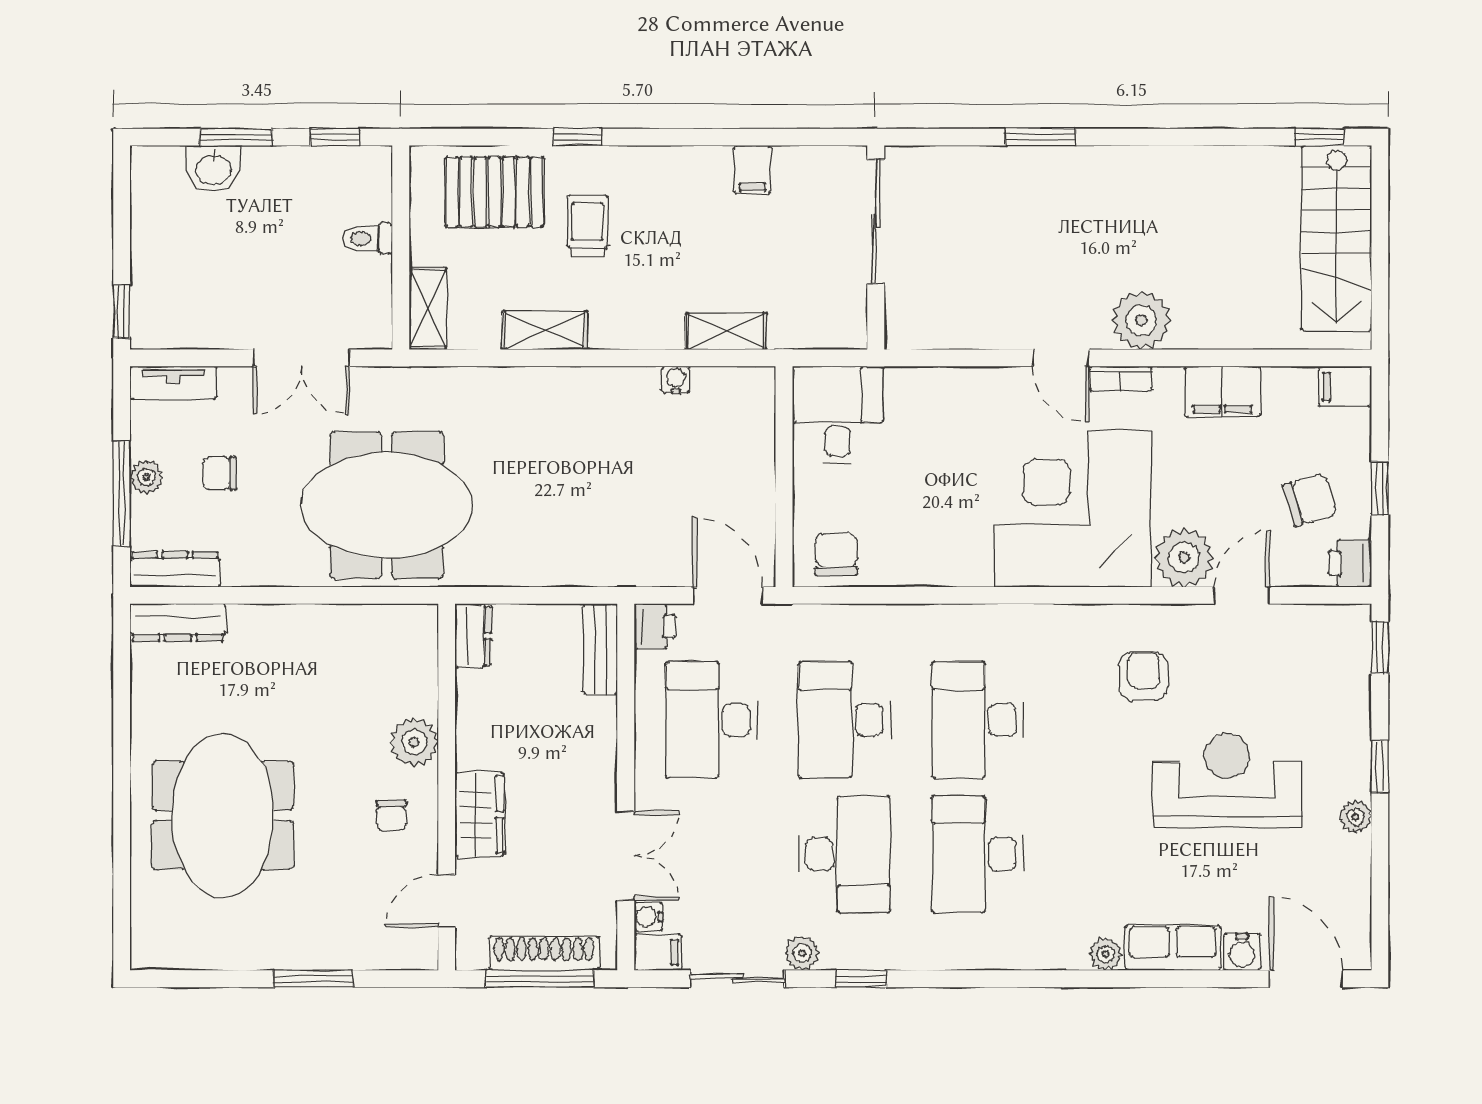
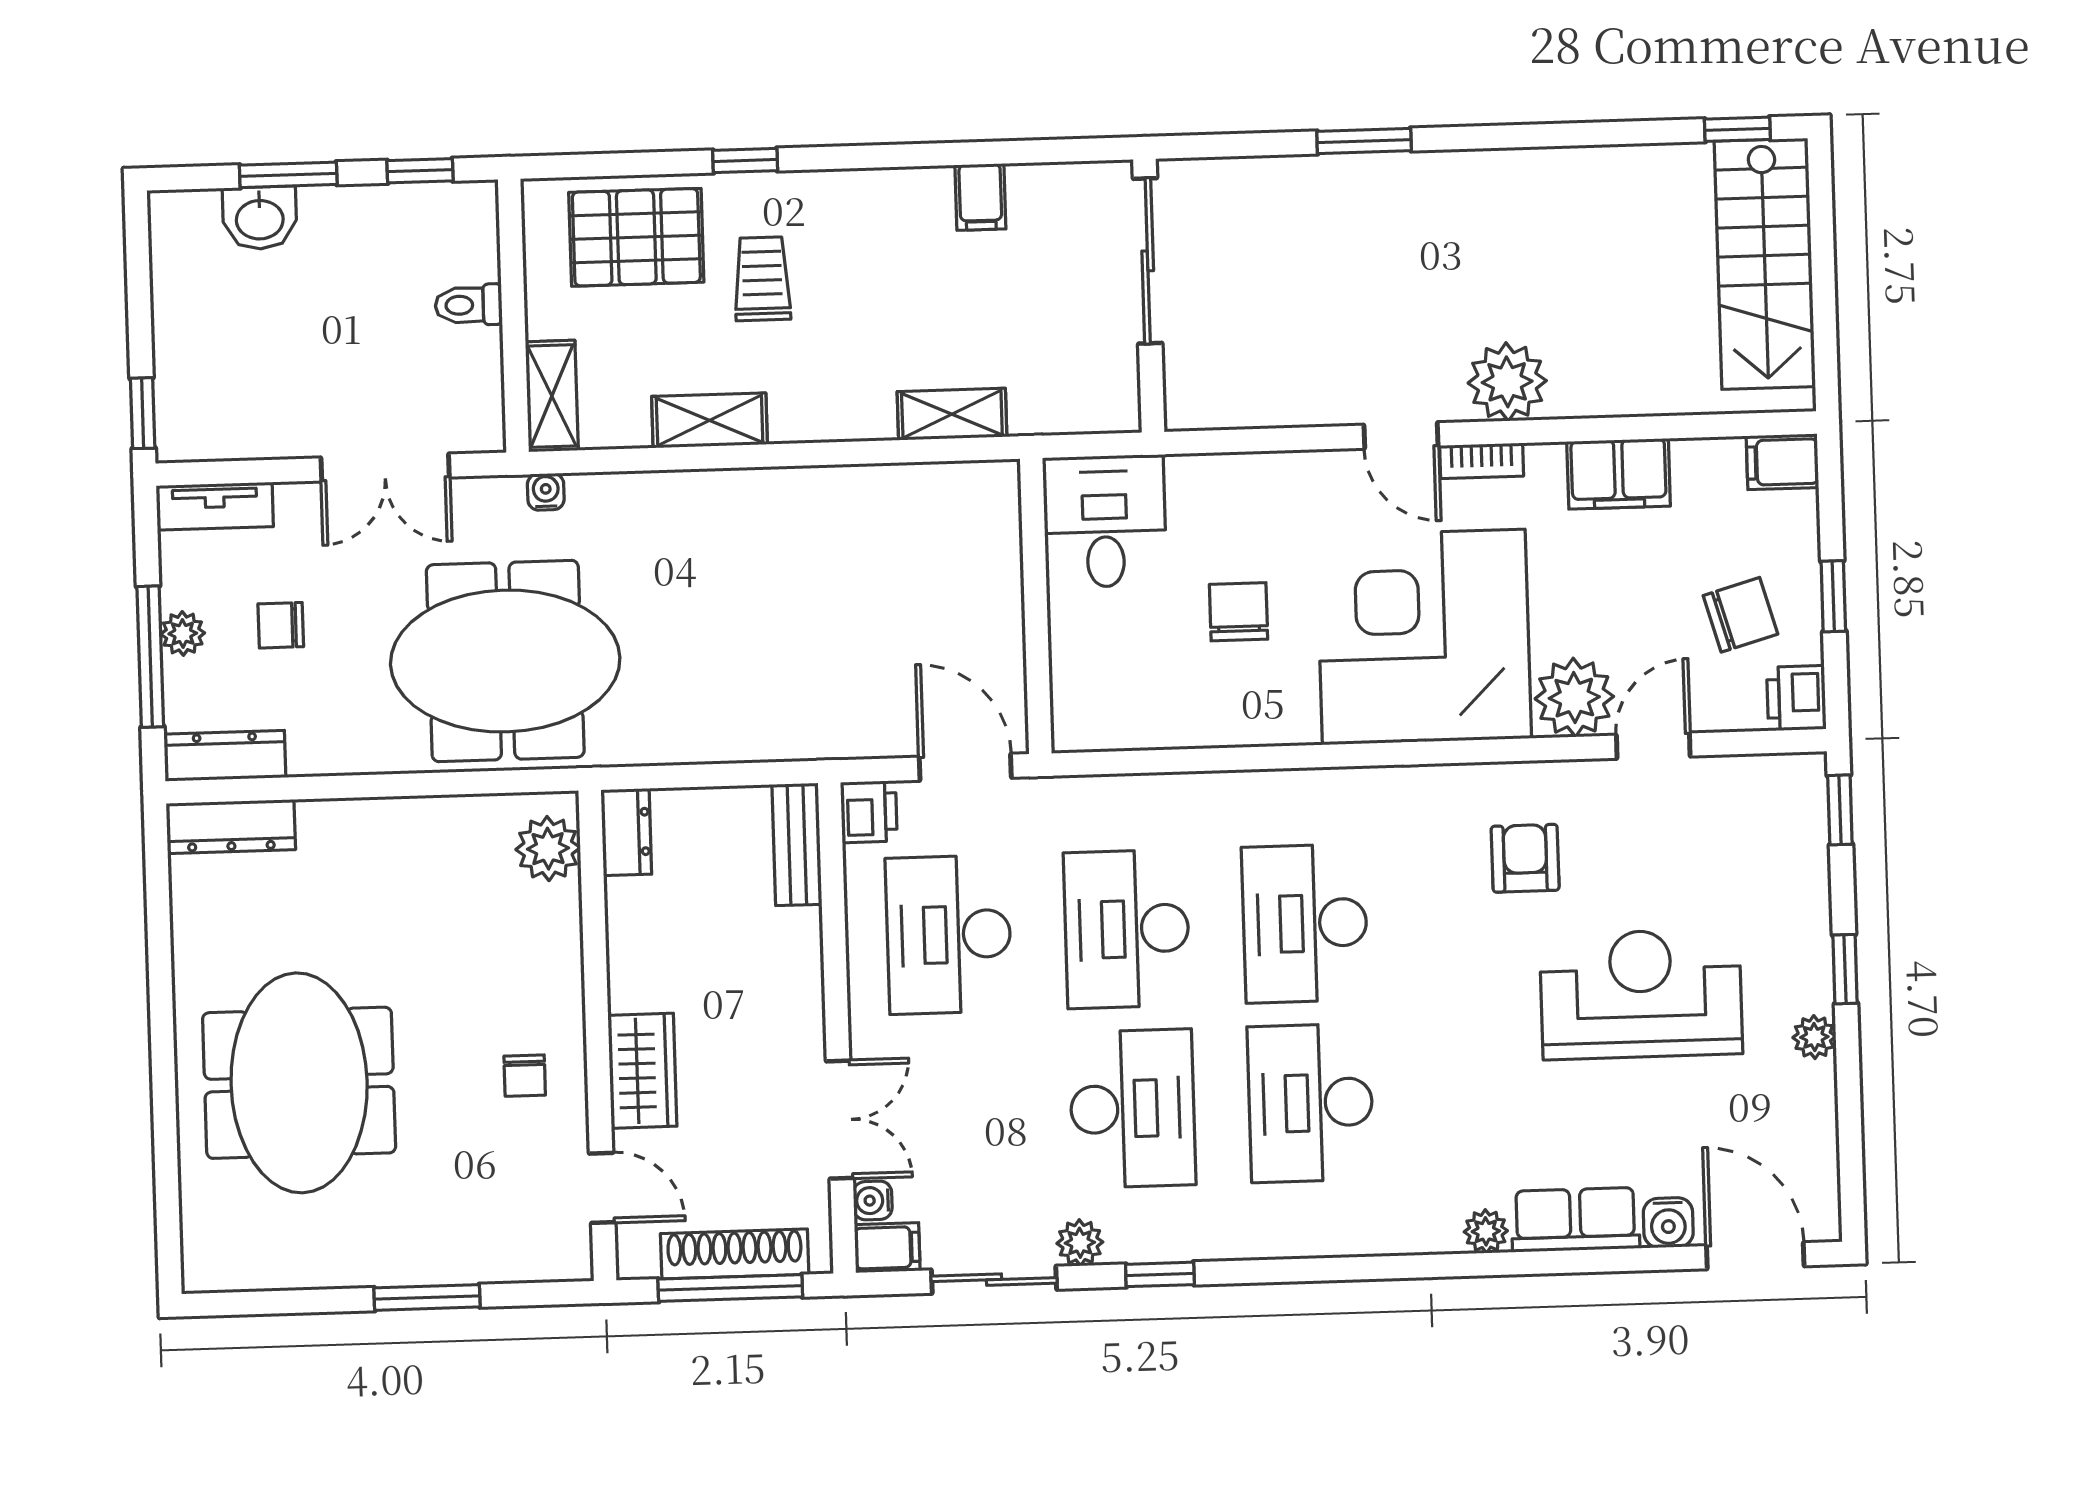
water cooler: (676, 380) -> (546, 492), moved
chair: (836, 554) -> (1239, 612), moved
plant: (414, 742) -> (548, 849), moved
door: (447, 901) -> (602, 1188), swing flipped

